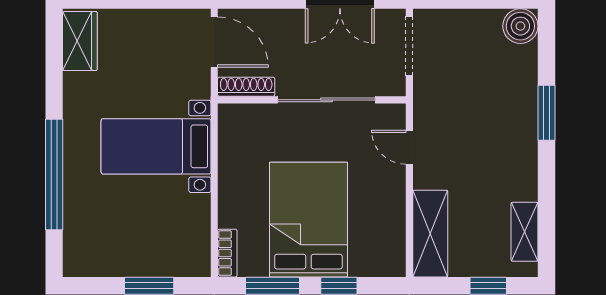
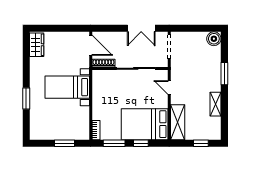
window: (54, 175) -> (26, 98), width x0.47
bed: (308, 220) -> (145, 124), moved, turned -90
shelving: (525, 232) -> (216, 104), moved

